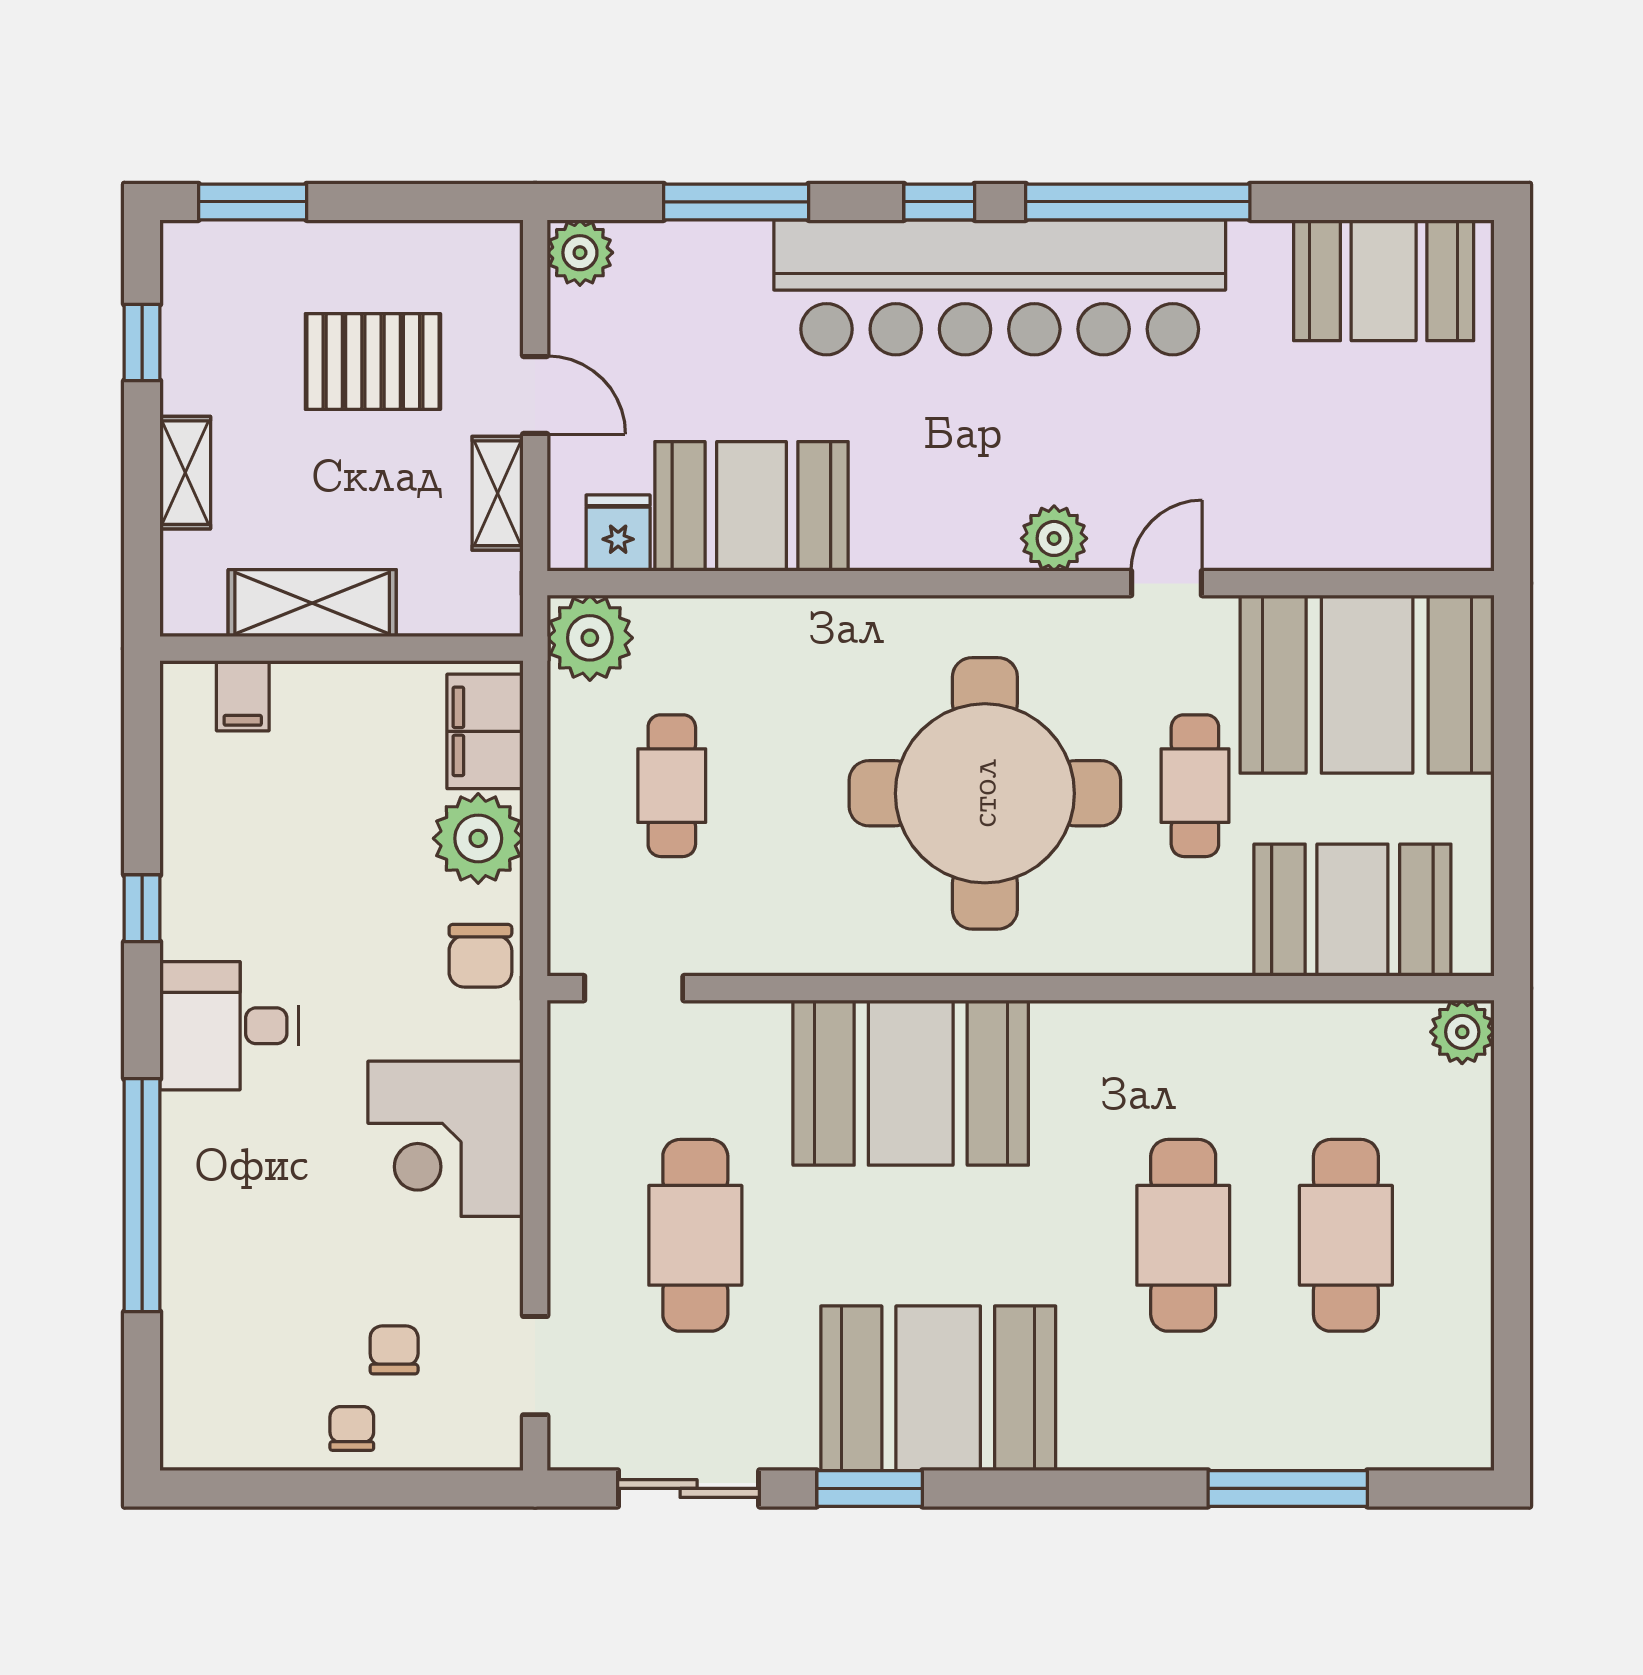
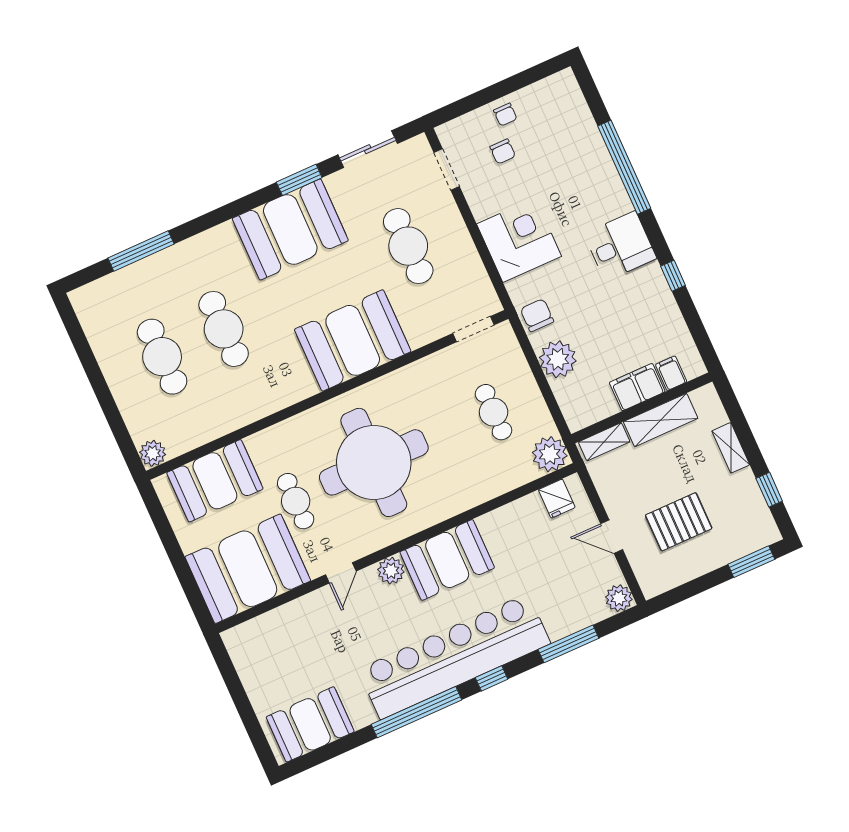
shelving: (498, 493) -> (604, 442), moved, turned 90
booth: (751, 506) -> (447, 560), moved
filing cabinet: (485, 731) -> (637, 387), moved, turned -90

